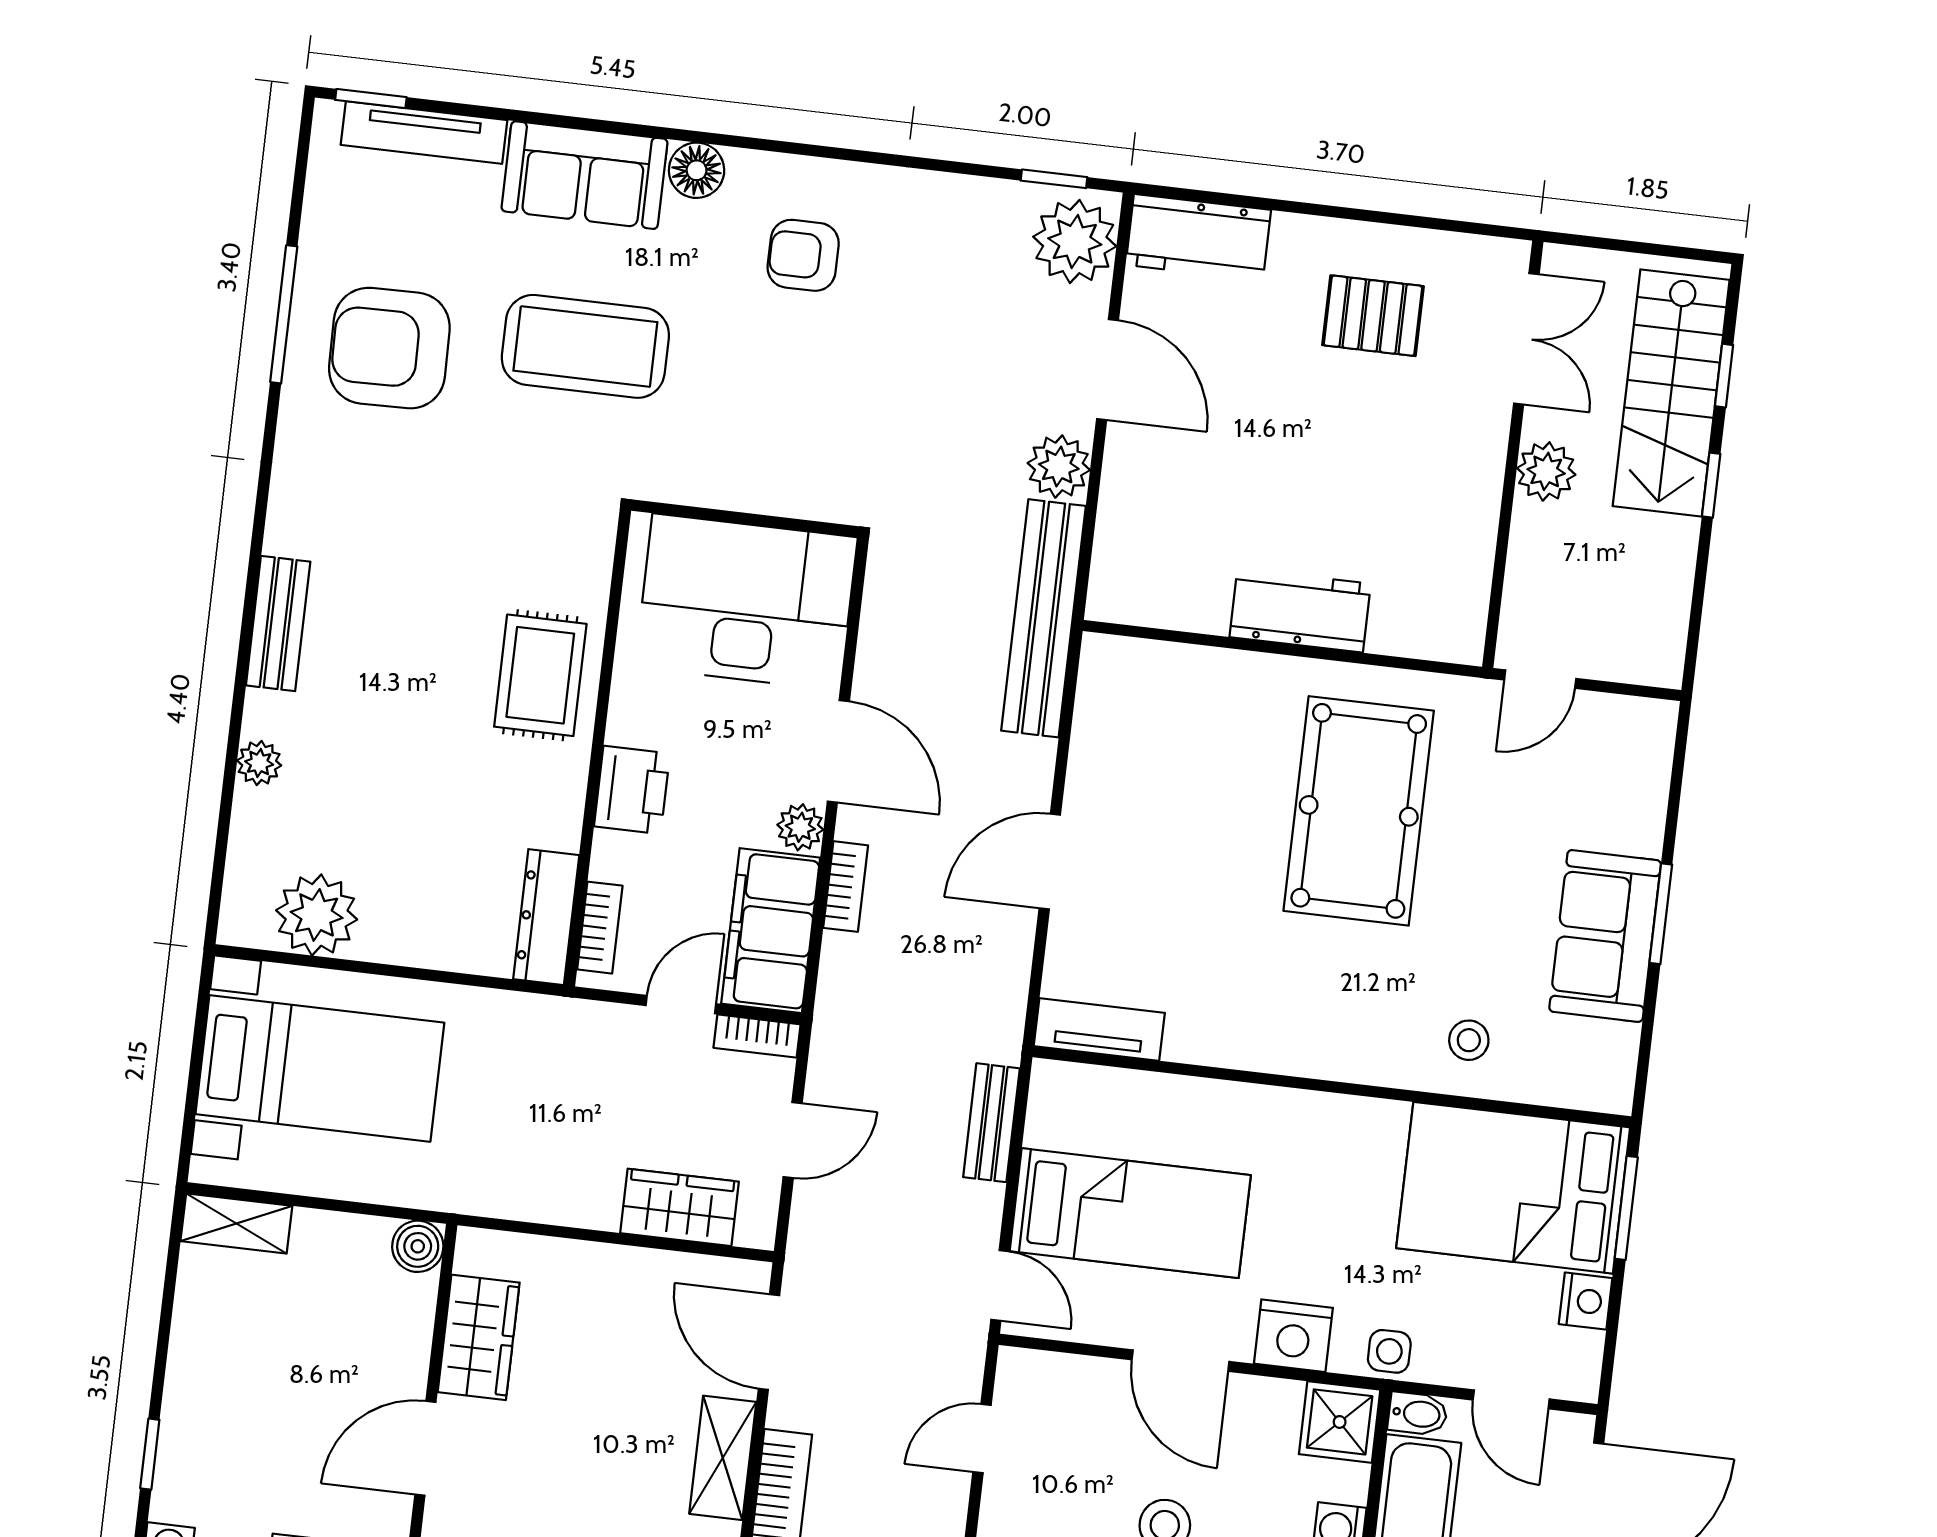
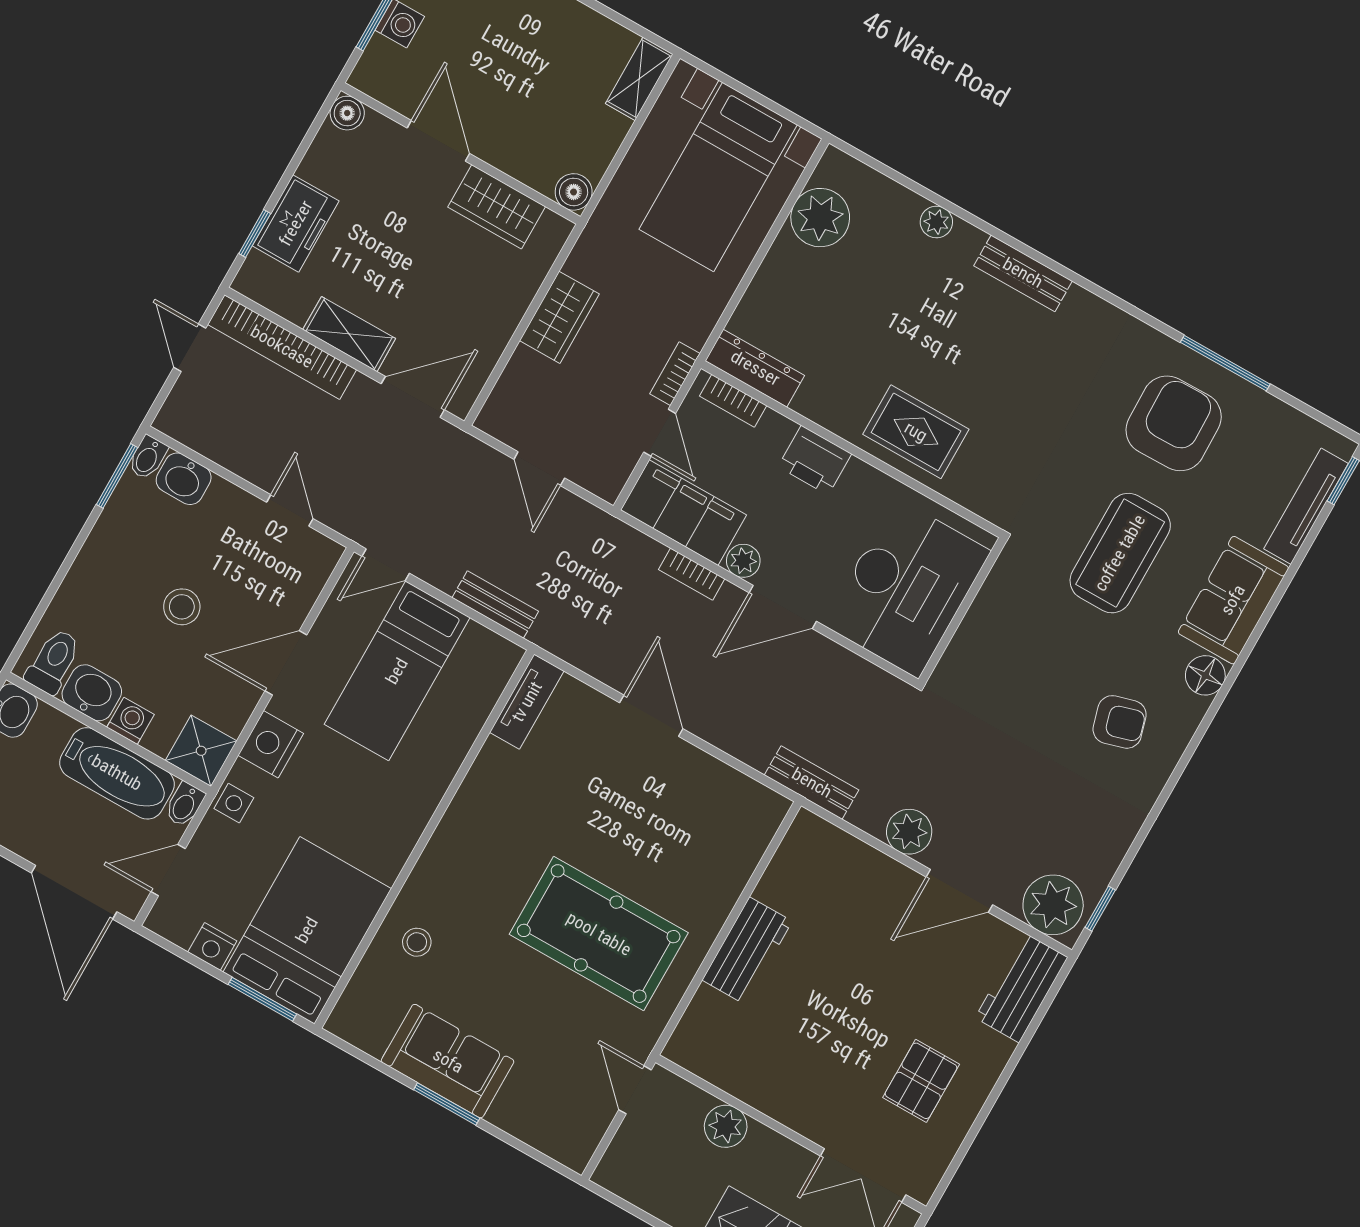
armchair: (803, 255) -> (1120, 722), turned 74
plant: (1546, 471) -> (726, 1126), moved
bench: (1044, 618) -> (812, 783), width x0.54, depth x0.82
bookcase: (757, 1036) -> (675, 374), moved
wardrobe: (679, 1207) -> (559, 317), moved

